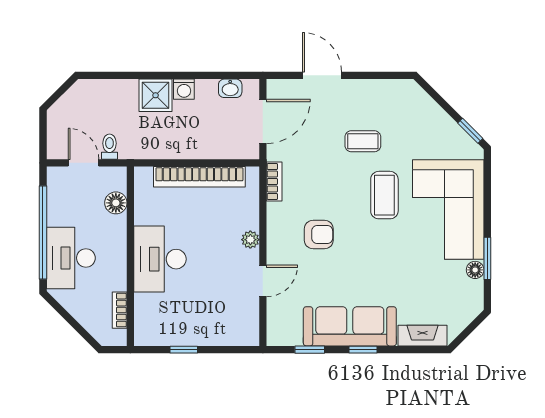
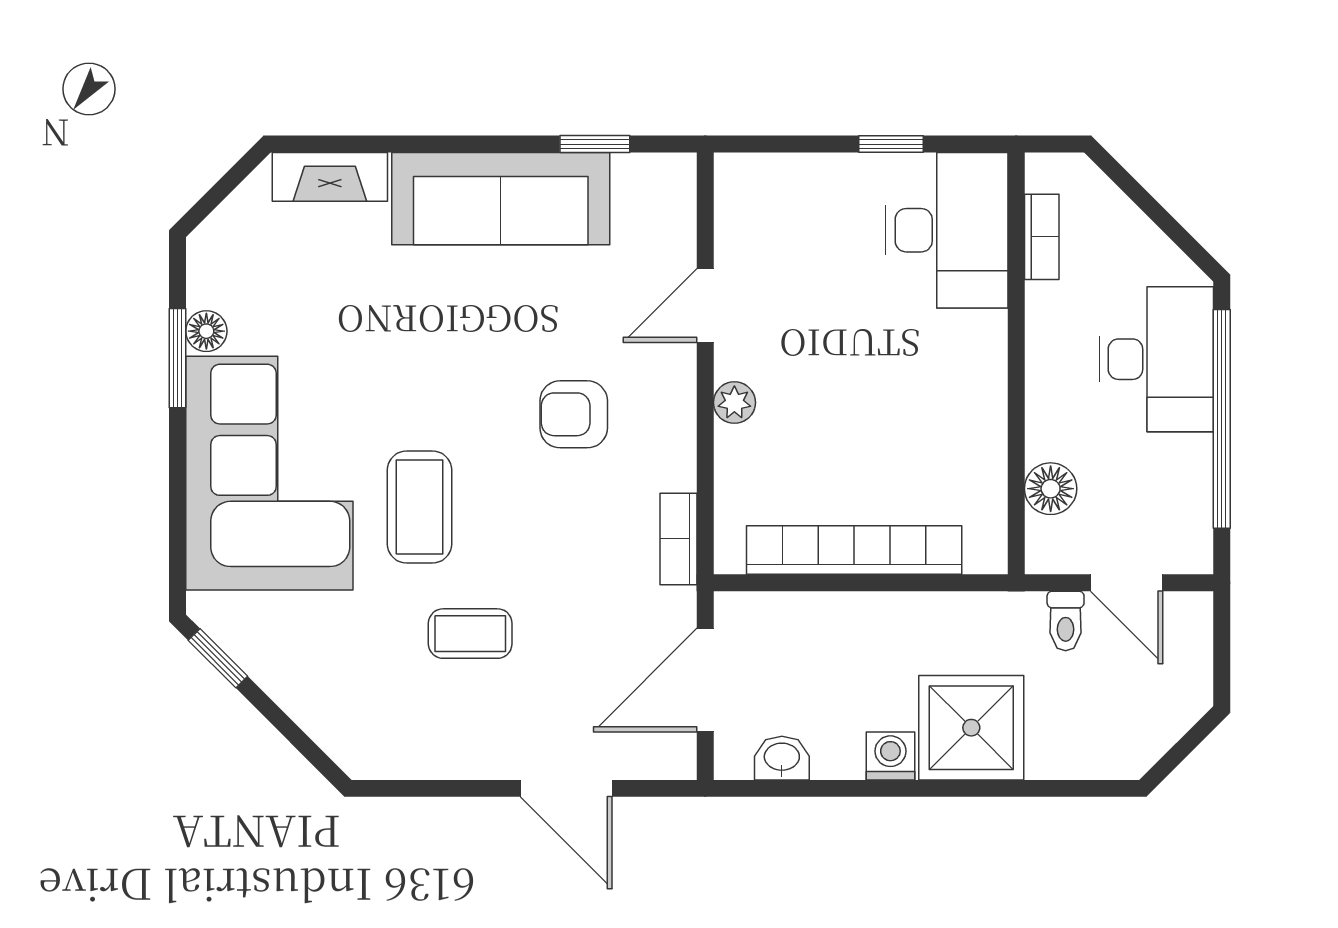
shower: (156, 95) -> (971, 728), width x1.36, depth x1.36
desk: (160, 259) -> (947, 230), moved
window: (363, 350) -> (470, 144), removed

